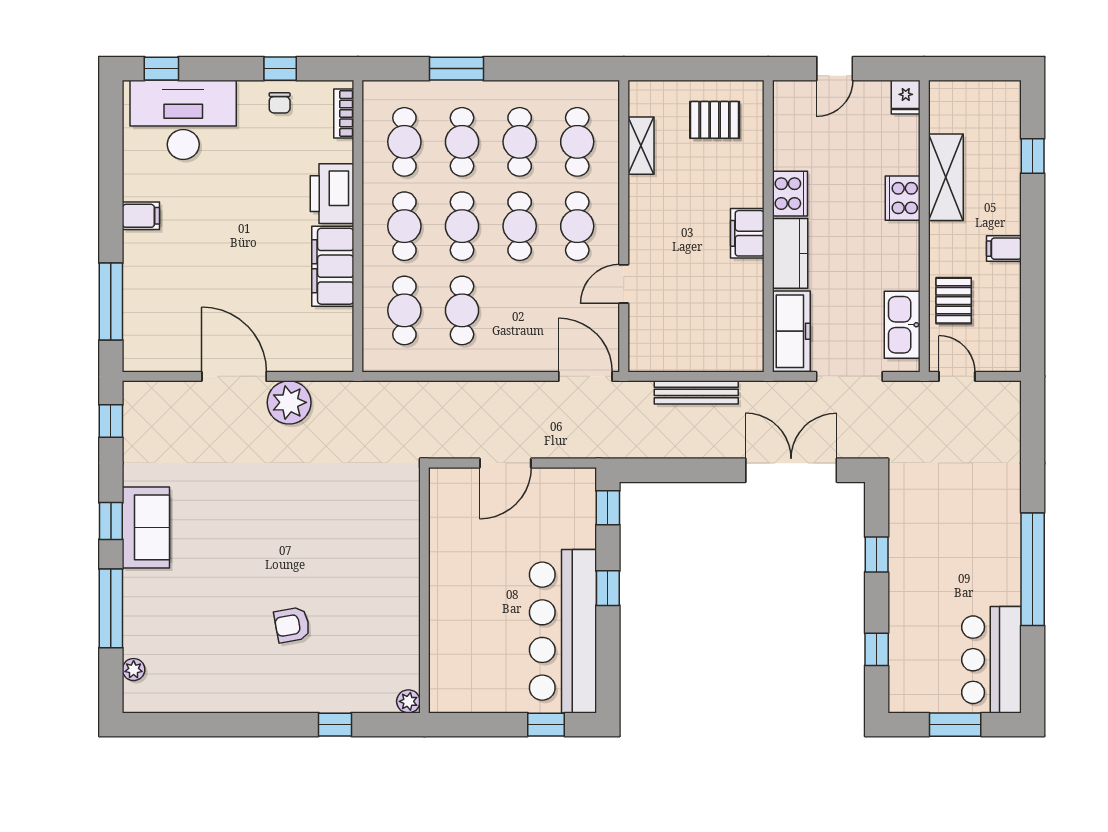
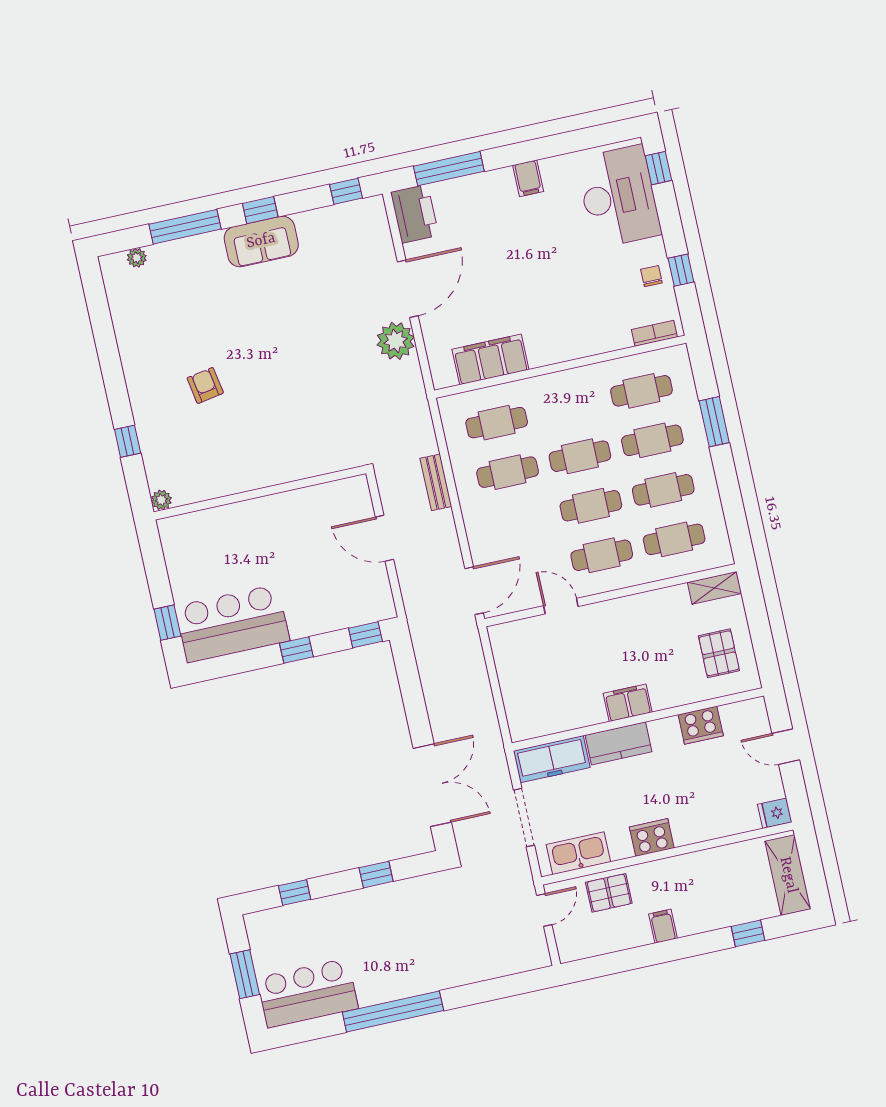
chair: (280, 103) -> (651, 276), turned 90
shelving: (641, 146) -> (714, 588), moved
shelving: (946, 177) -> (788, 875), moved, turned 90
printer: (332, 194) -> (415, 214), moved, turned 90
cooker: (790, 194) -> (701, 725), moved
cooker: (903, 198) -> (652, 837), moved
cafe table: (404, 226) -> (569, 407), removed
filing cabinet: (333, 266) -> (490, 359), moved
bench: (696, 392) -> (436, 482), moved, width x0.73
bar counter: (563, 631) -> (232, 624), width x0.73

